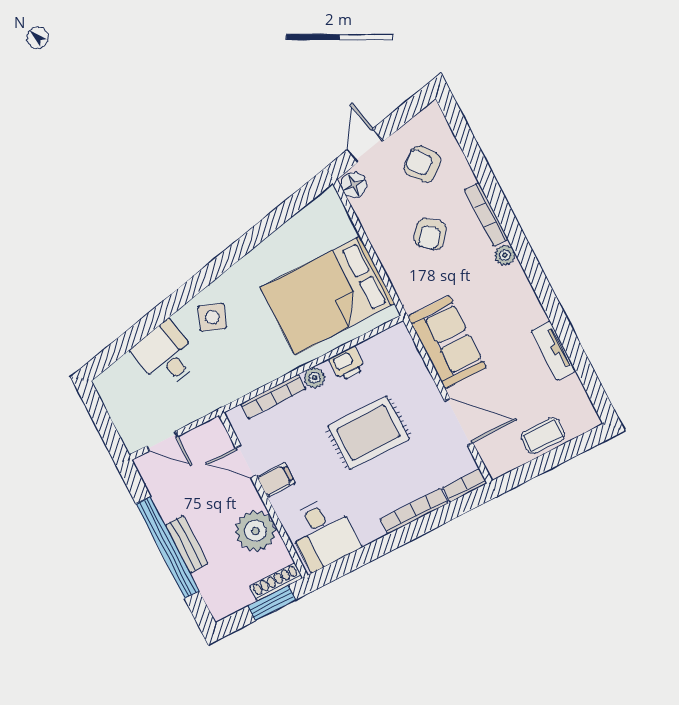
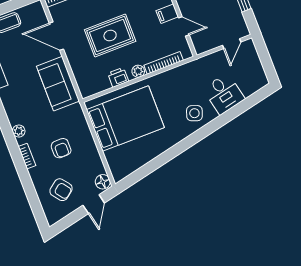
bookcase: (486, 214) -> (27, 156), width x0.64
armchair: (430, 234) -> (61, 148), turned 140
door: (162, 441) -> (232, 44), swing flipped

